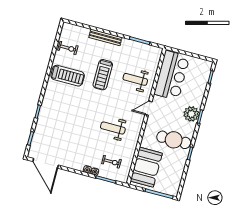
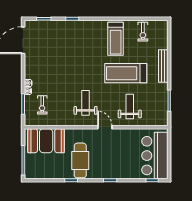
treadmill: (103, 75) -> (126, 73), width x1.37, depth x1.38
bar counter: (172, 75) -> (155, 156), moved, turned 90
plant: (191, 114) -> (110, 171), removed
weight bench: (113, 128) -> (86, 103), moved

